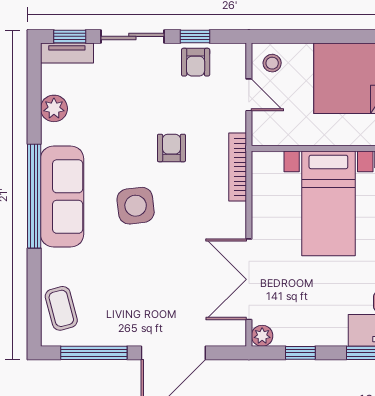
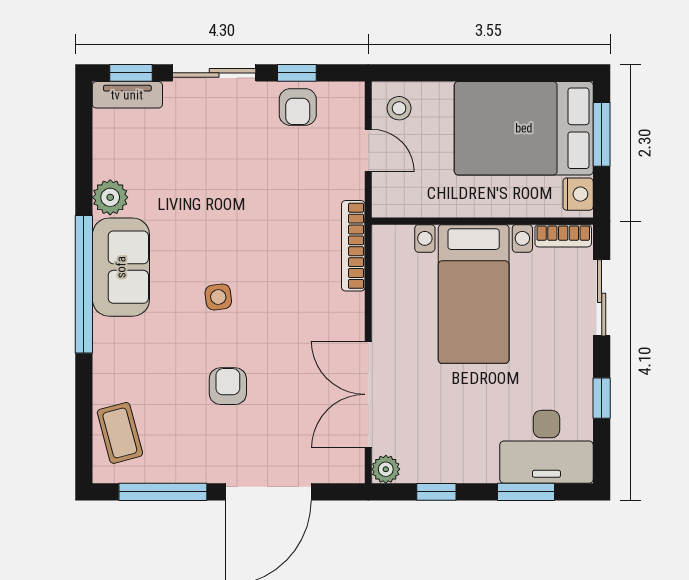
plant: (54, 108) -> (110, 197), moved
armchair: (171, 148) -> (228, 386), moved
sofa: (62, 197) -> (121, 267), width x0.73
side table: (136, 206) -> (218, 297), width x0.54, depth x0.54

